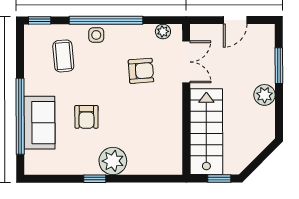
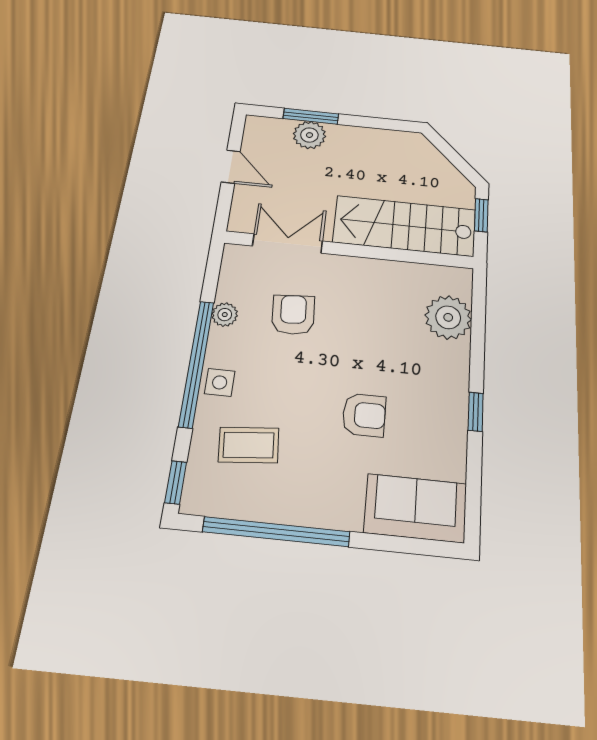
plant: (163, 31) -> (225, 315), moved
plant: (265, 95) -> (309, 135), moved
window: (20, 116) -> (276, 532), moved
sofa: (39, 123) -> (416, 508), moved
plant: (113, 161) -> (448, 317), moved

